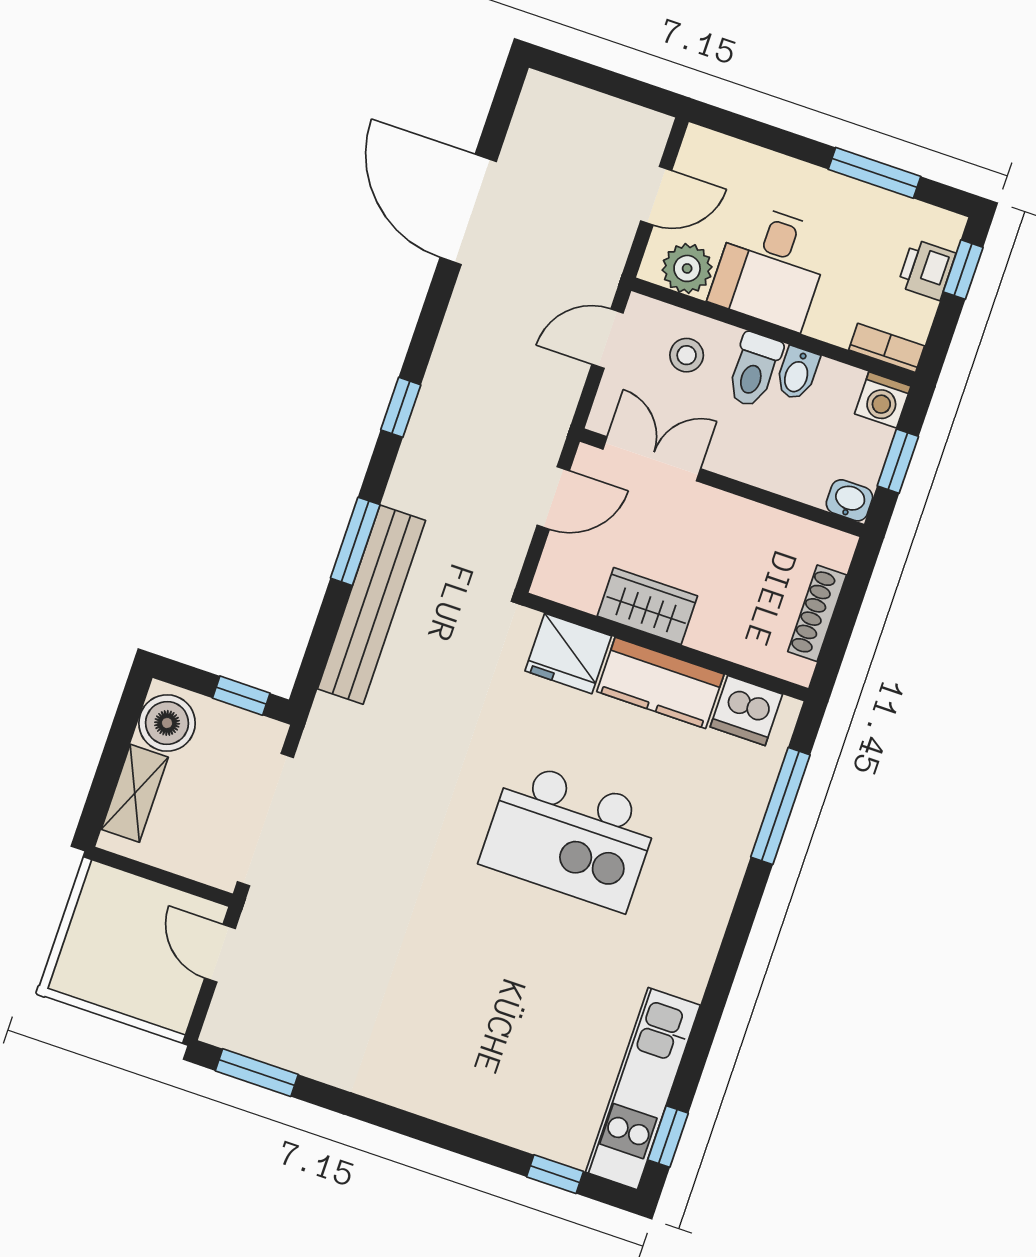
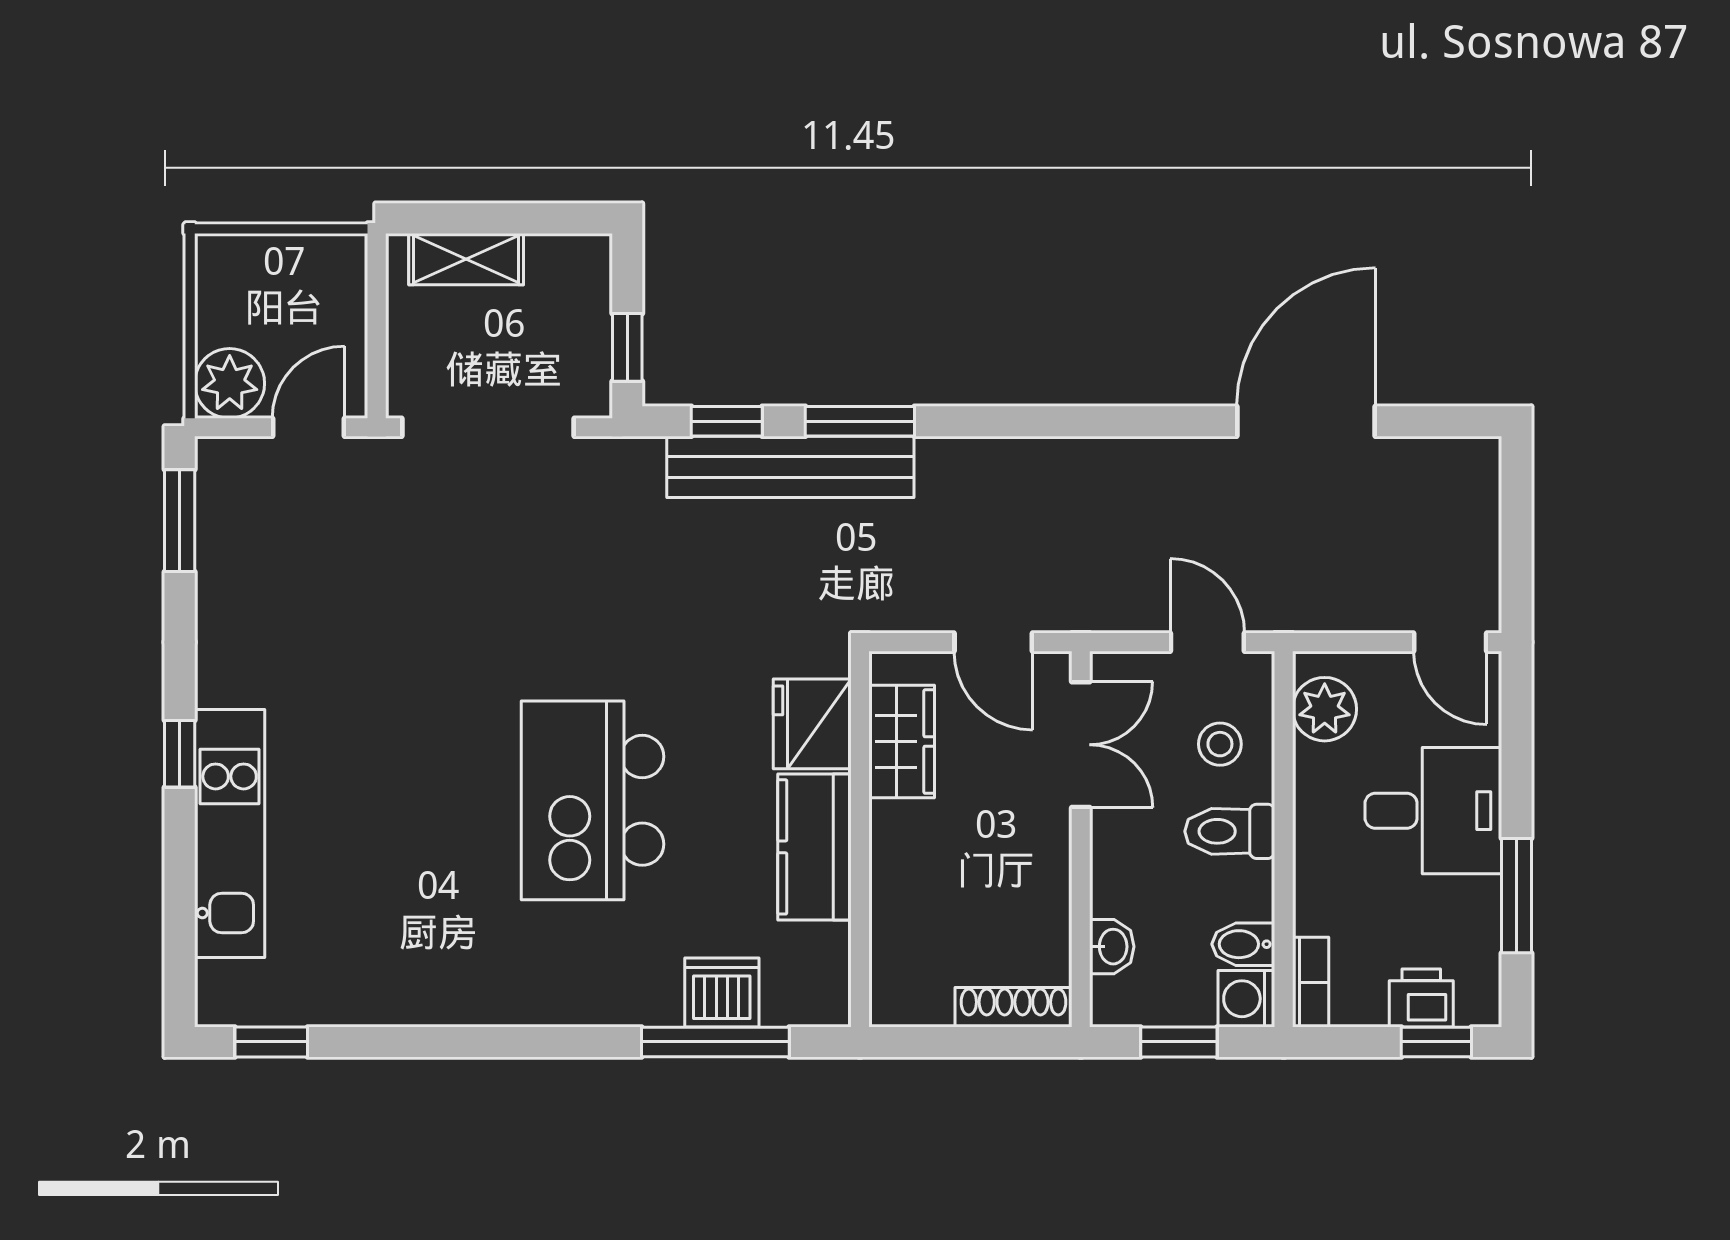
door: (656, 196) -> (1450, 642), moved
desk: (771, 267) -> (1433, 811), moved, turned 180
bidet: (797, 373) -> (1243, 944), moved
window: (401, 407) -> (727, 421), moved
washbasin: (849, 500) -> (1112, 947), moved
wardrobe: (647, 606) -> (902, 742), moved
shoe rack: (817, 613) -> (1014, 1007), moved
dishwasher: (746, 711) -> (722, 992), moved, turned 90
boiler: (167, 723) -> (564, 269), removed
plant: (167, 1001) -> (230, 383), added
kitchen unit: (643, 1089) -> (230, 834), moved, turned 90
window: (555, 1174) -> (180, 754), moved

